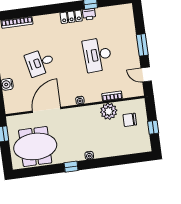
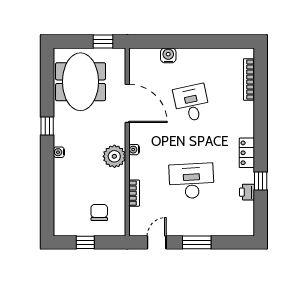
printer: (89, 14) -> (247, 192), moved
plant: (109, 111) -> (114, 156), moved

